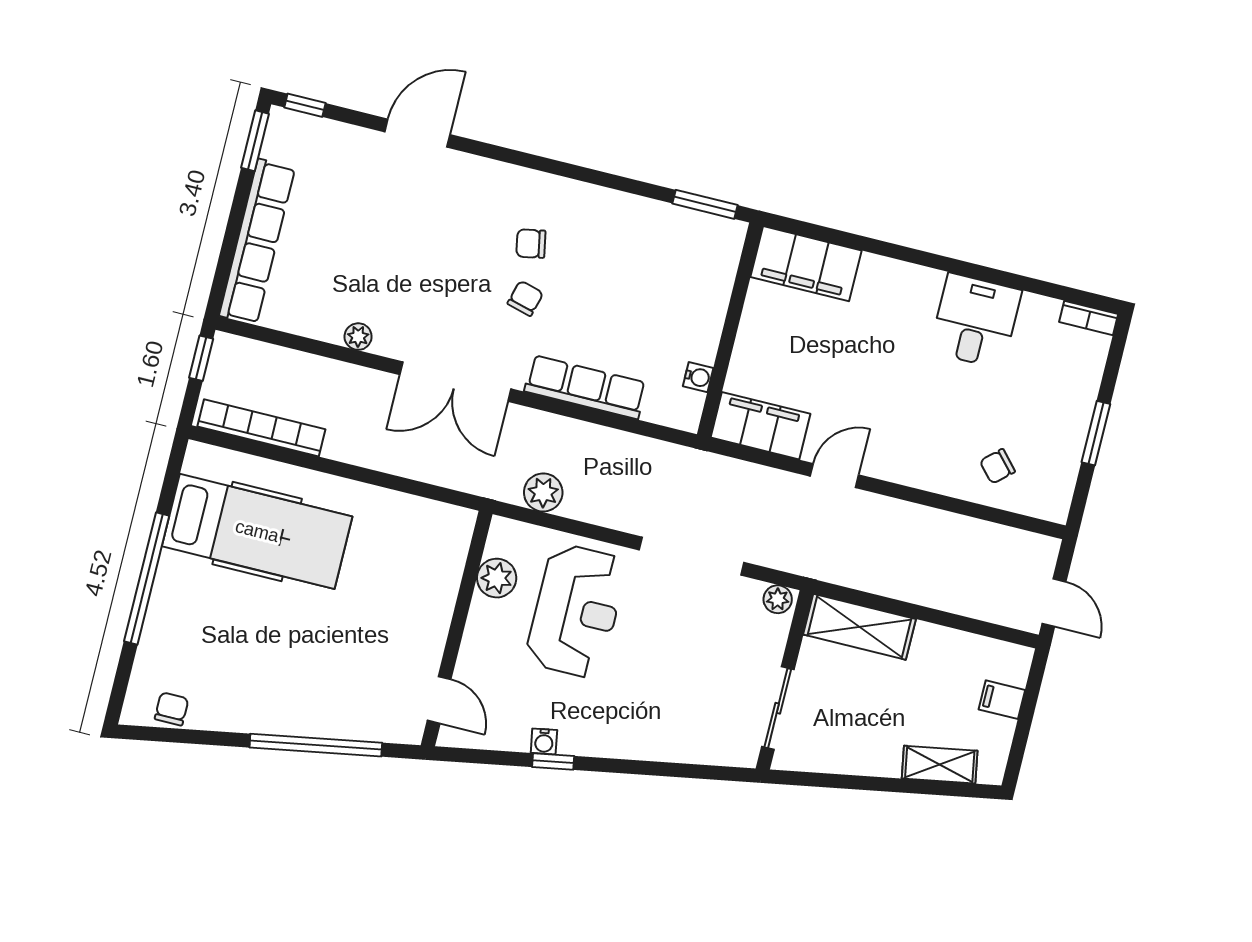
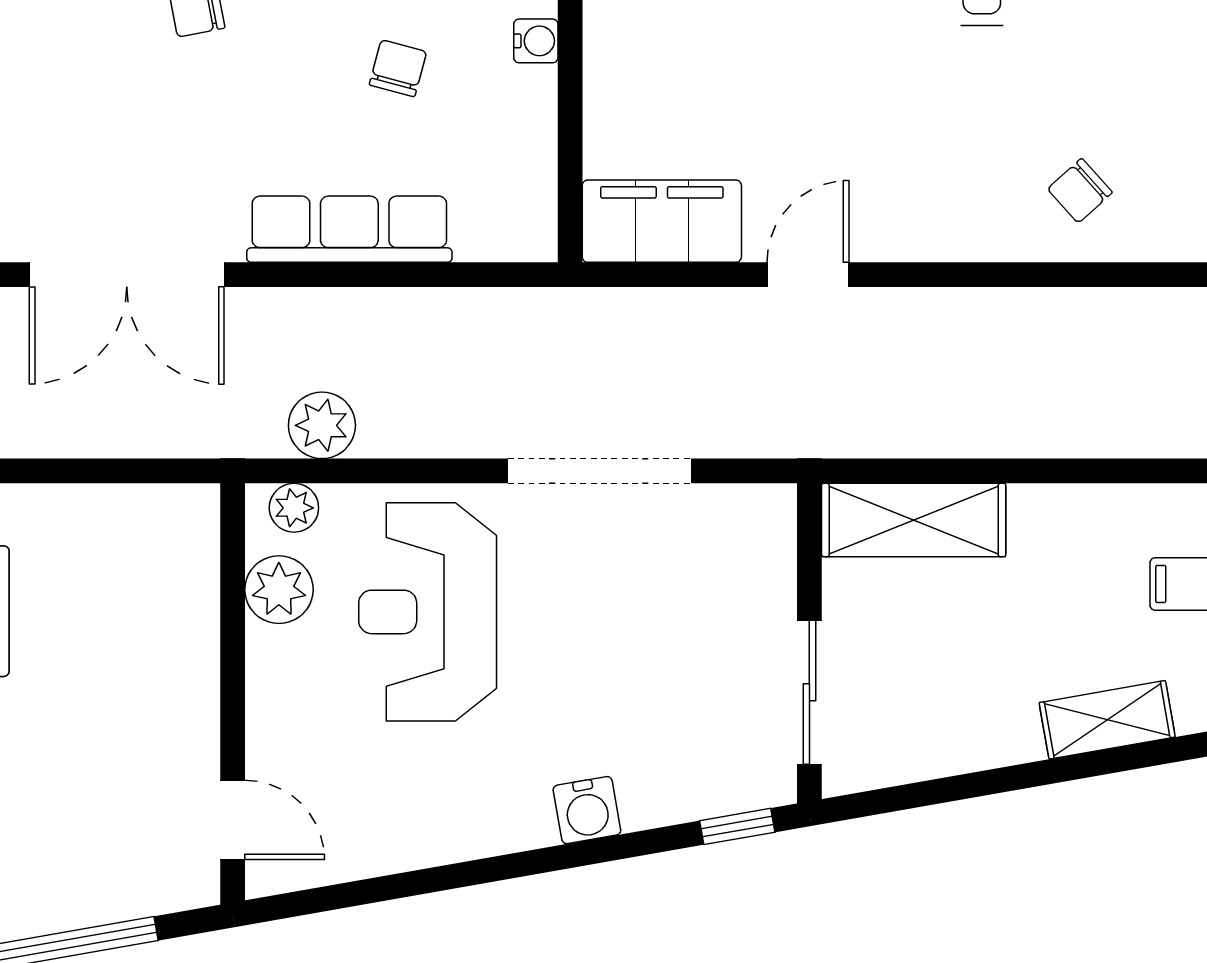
chair: (525, 298) -> (398, 68), moved
water cooler: (698, 377) -> (536, 41), moved
plant: (778, 599) -> (294, 508), moved
reception desk: (576, 611) -> (428, 612), turned 180
water cooler: (544, 741) -> (587, 810), moved, width x1.38, depth x1.38
window: (553, 762) -> (737, 826), moved

